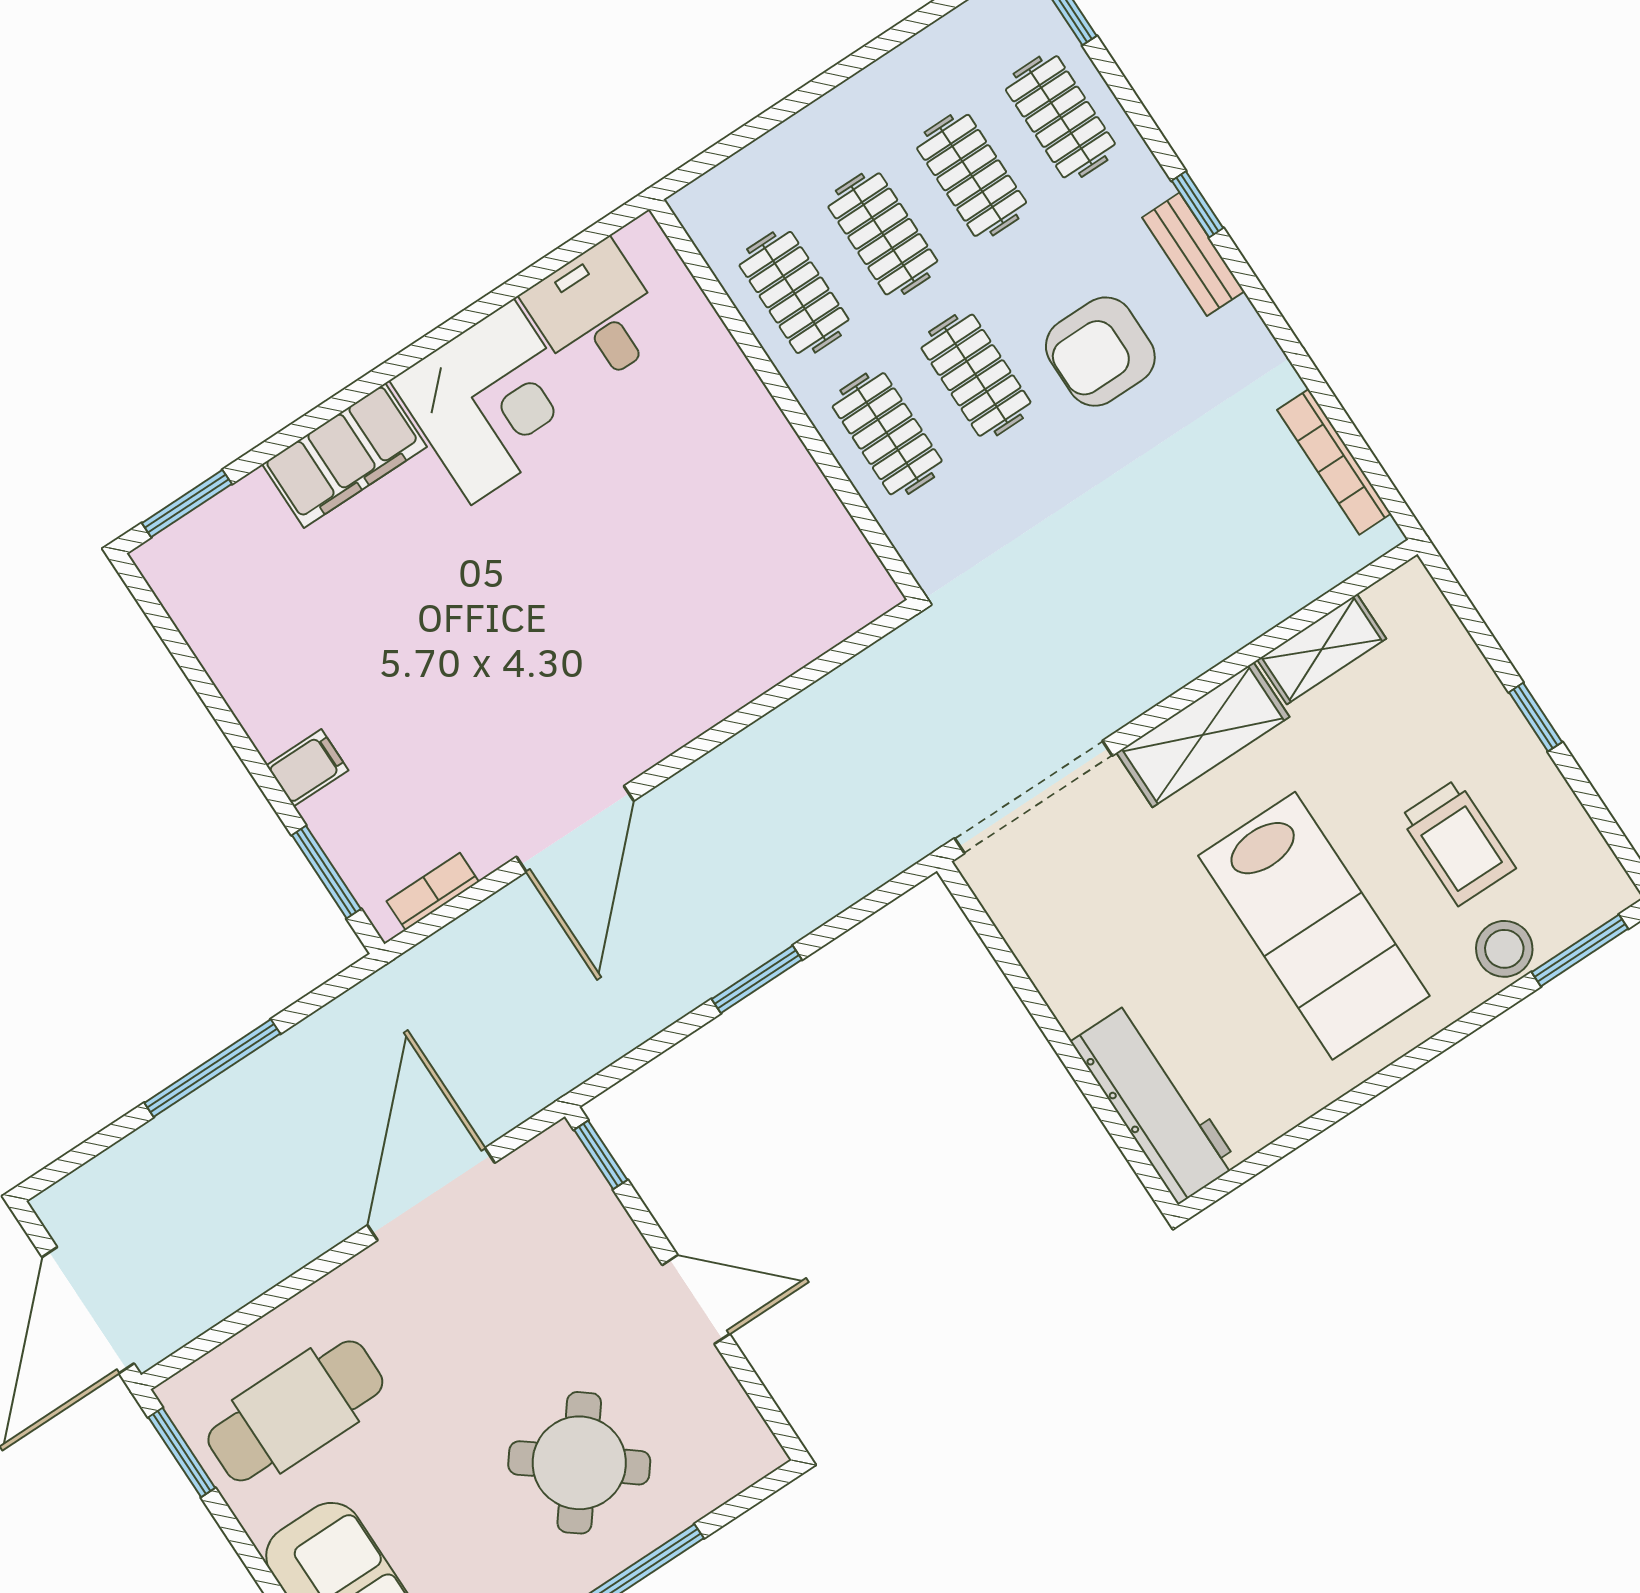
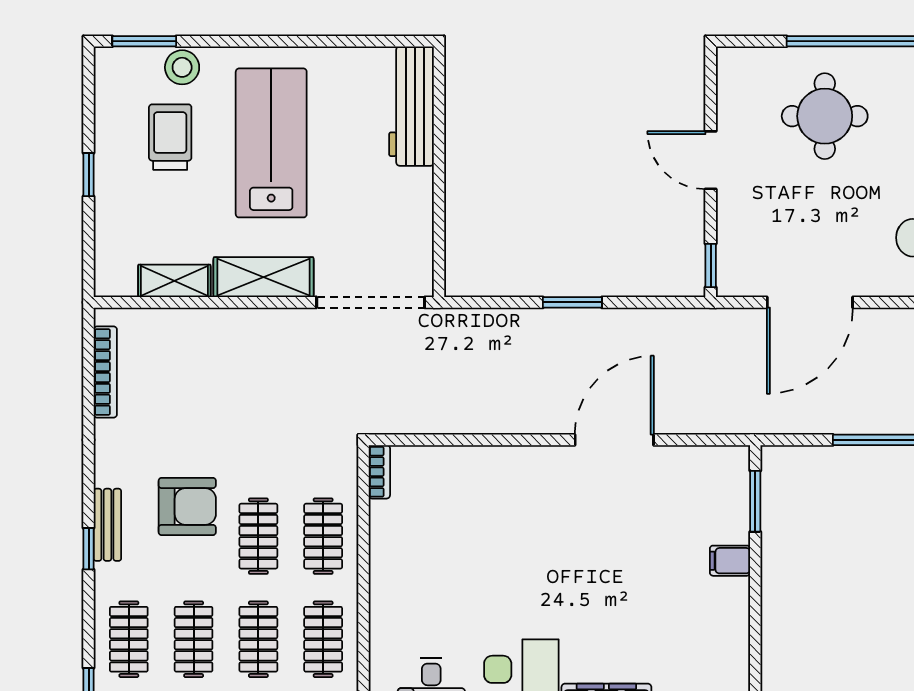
bookcase: (433, 891) -> (379, 472), moved, turned -90
round table: (579, 1463) -> (825, 116), turned -38

